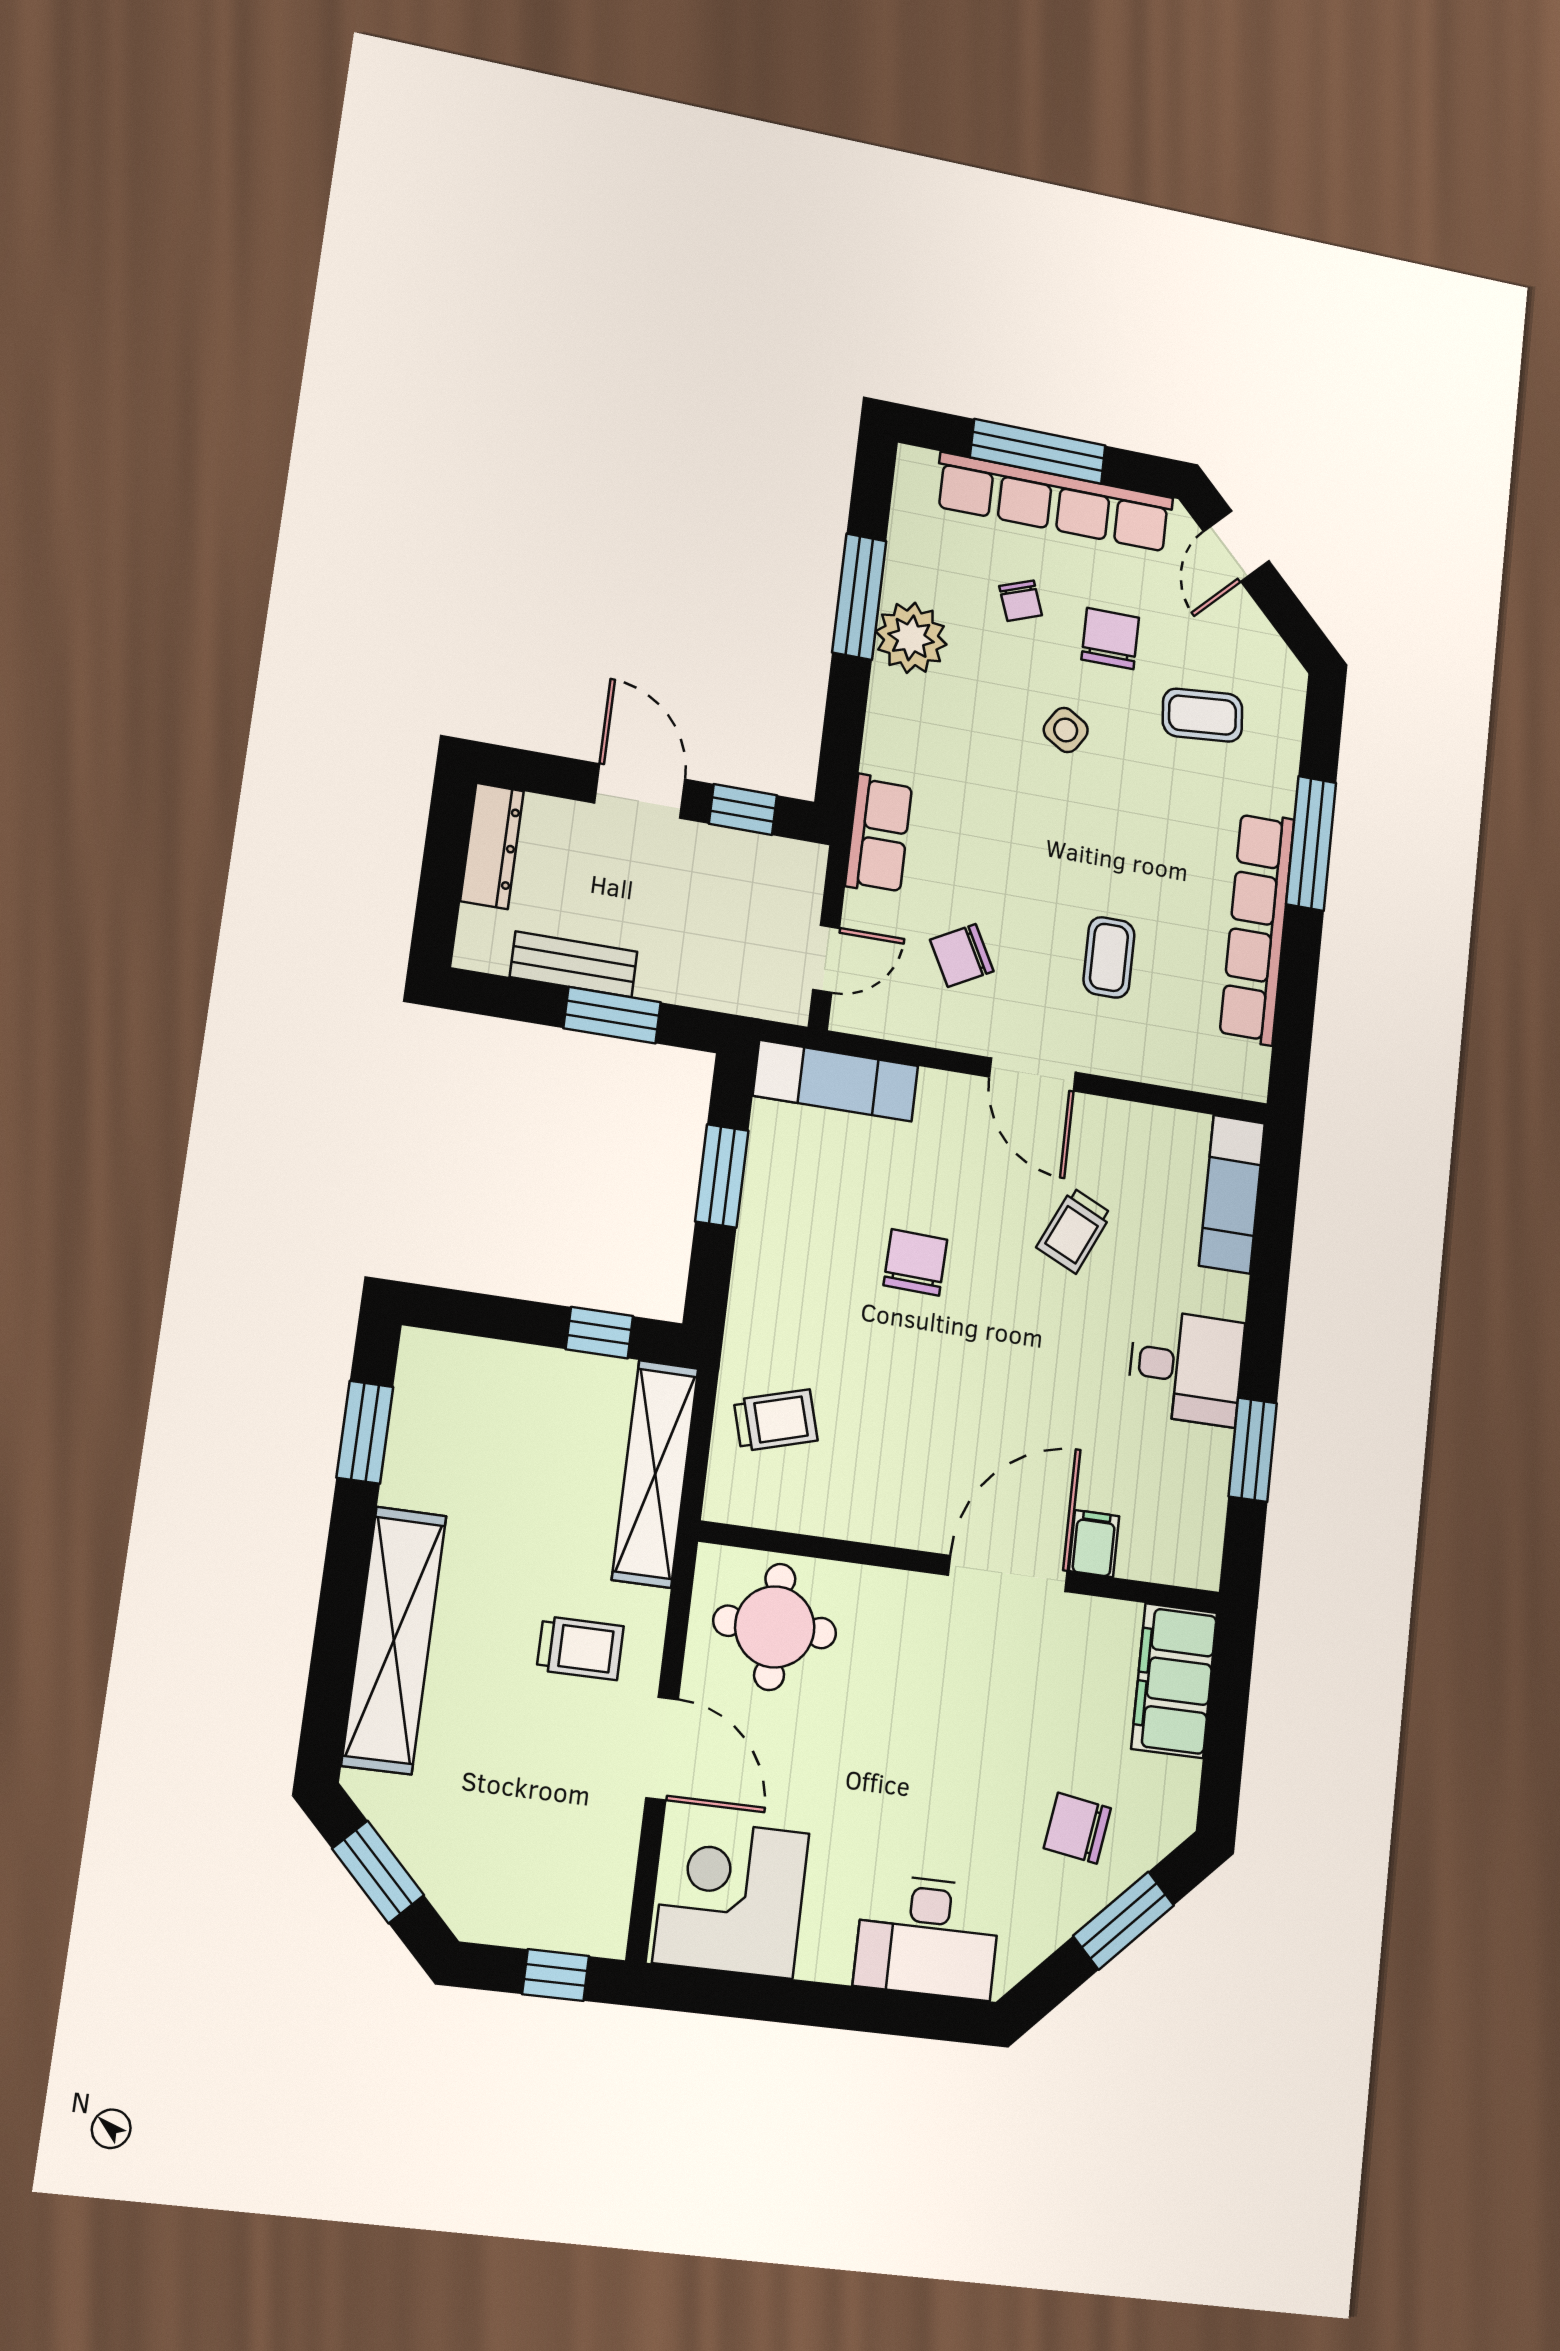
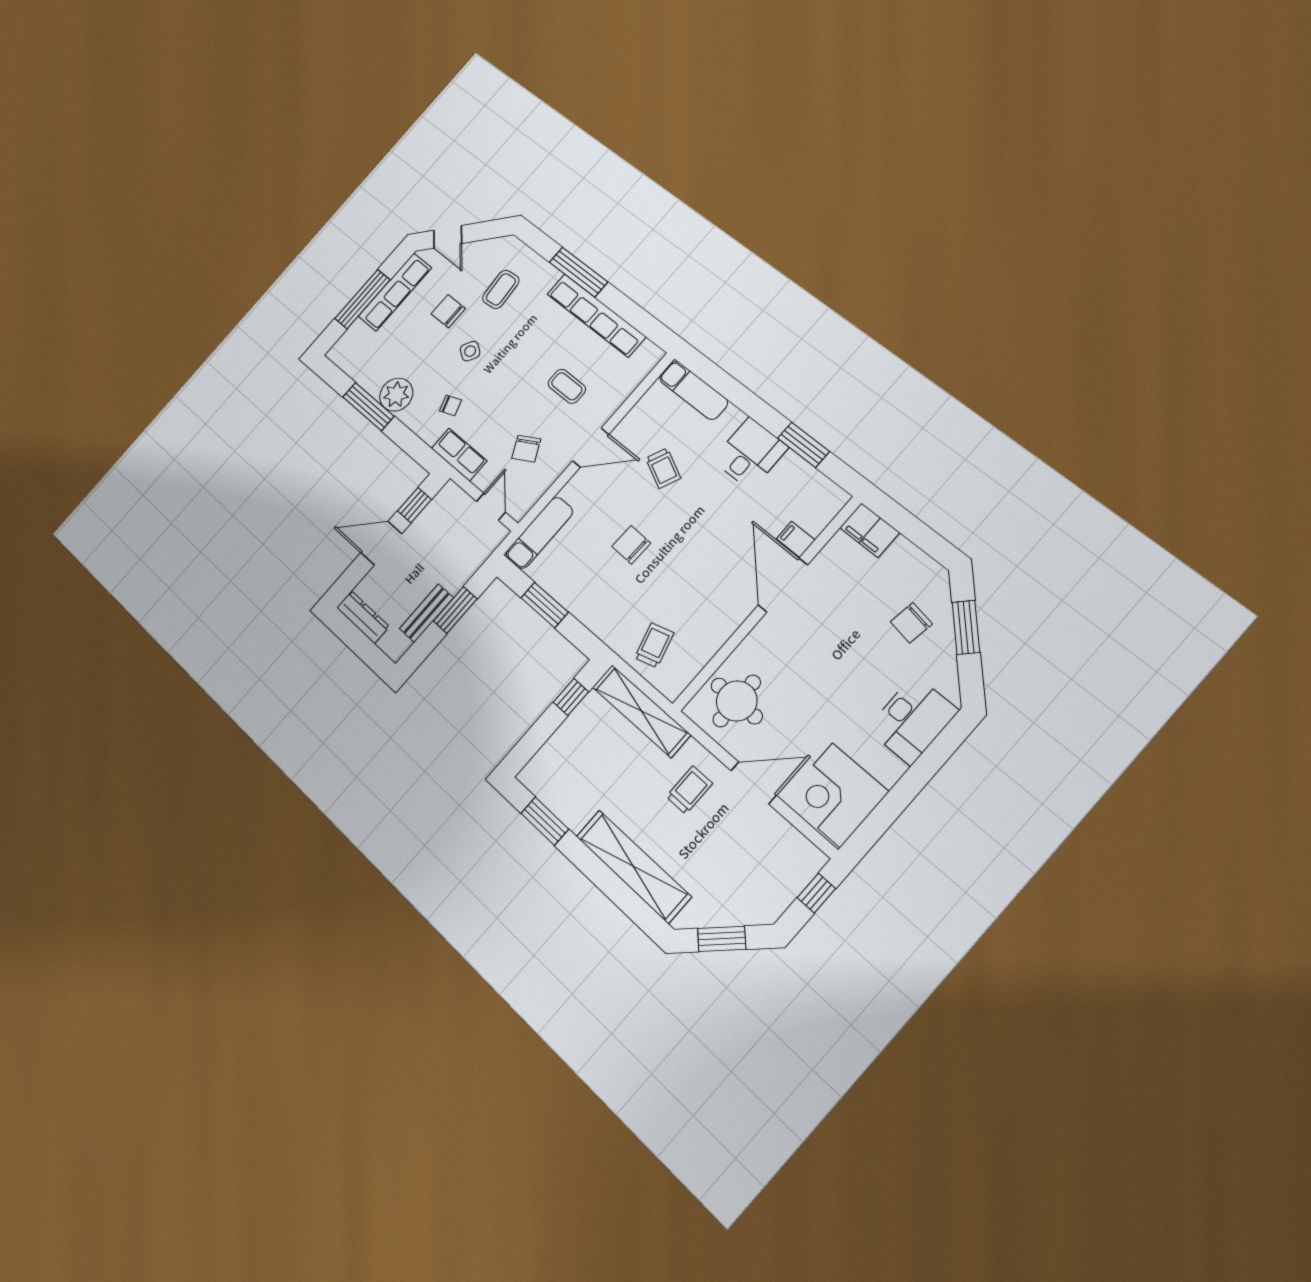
row of seats: (1054, 502) -> (395, 292), width x0.73
chair: (1021, 601) -> (450, 405), moved
filing cabinet: (1174, 1681) -> (870, 530), width x0.67, depth x0.86

